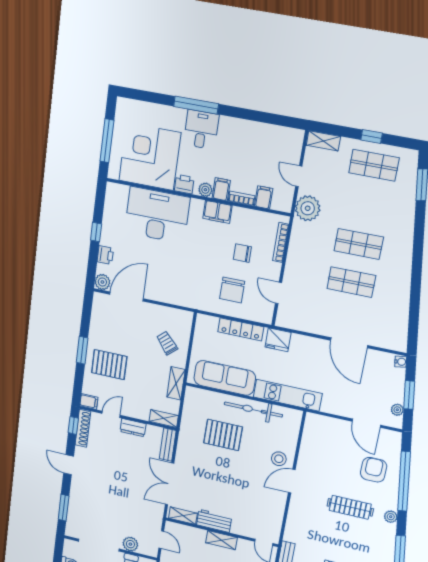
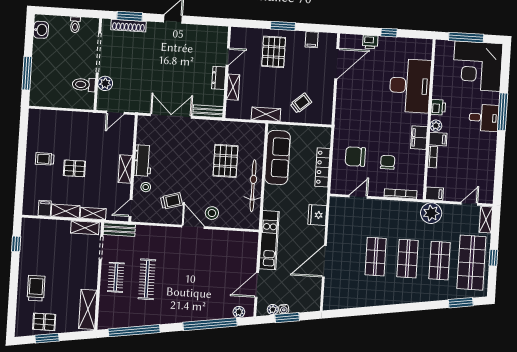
corner desk: (150, 157) -> (477, 66), moved, turned 180
shop shelf: (374, 165) -> (471, 263), width x1.43, depth x1.36
door: (299, 176) -> (469, 204), moved
filing cabinet: (264, 197) -> (434, 194), moved
shop shelf: (366, 205) -> (440, 261), added
plant: (102, 282) -> (347, 41), removed
door: (126, 297) -> (337, 64), hinge flipped
fridge: (278, 340) -> (317, 215), moved
water cooler: (401, 362) -> (284, 309), moved
kitchen unit: (288, 395) -> (269, 240), moved
filing cabinet: (89, 402) -> (312, 40), moved
door: (111, 414) -> (228, 57), hinge flipped
shelving: (164, 418) -> (233, 87), moved
window: (73, 425) -> (212, 21), removed
shoe rack: (83, 428) -> (128, 26), moved
armchair: (374, 470) -> (216, 297), removed
trolley: (261, 499) -> (171, 201), added
clothes rail: (350, 507) -> (147, 279), moved
shelving: (183, 516) -> (143, 131), removed
plant: (391, 517) -> (239, 312), moved
stool: (243, 523) -> (146, 187), added

